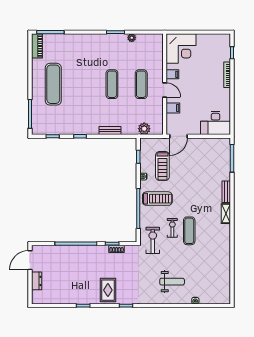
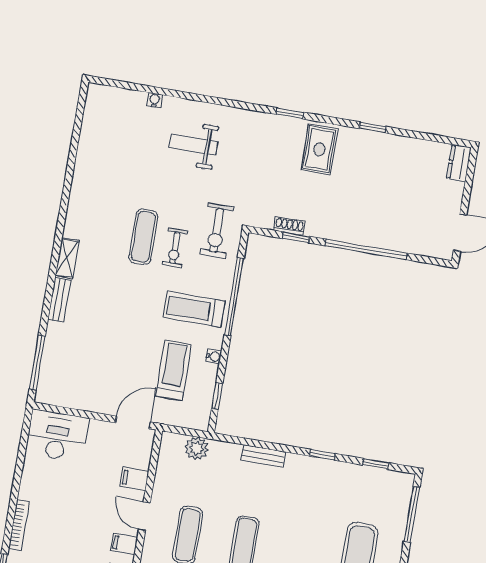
dresser: (37, 281) -> (459, 163), moved

